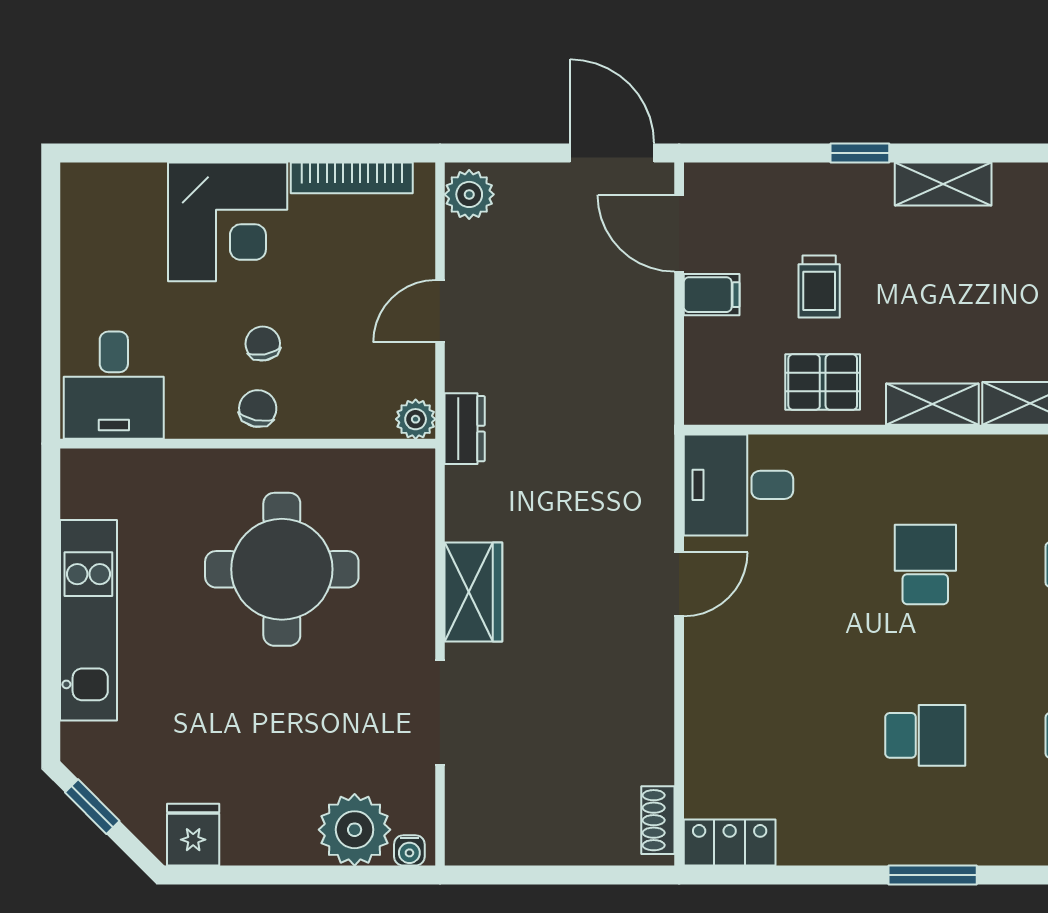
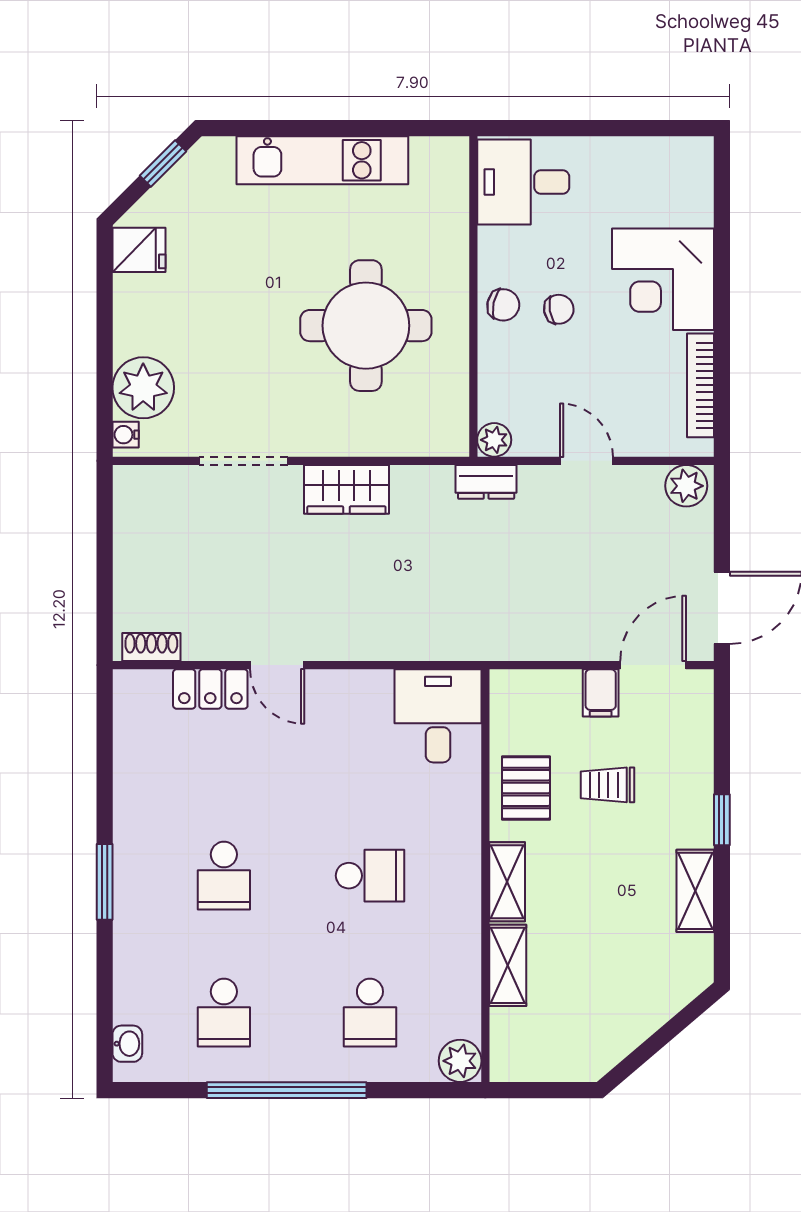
door: (679, 584) -> (277, 665), moved
locker: (730, 842) -> (210, 689), moved, turned 90

